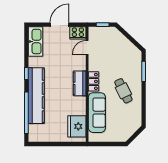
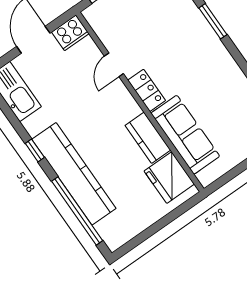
door: (87, 47) -> (114, 65), moved
kitchen counter: (80, 83) -> (148, 138), moved
cafe table: (123, 91) -> (203, 73), removed

